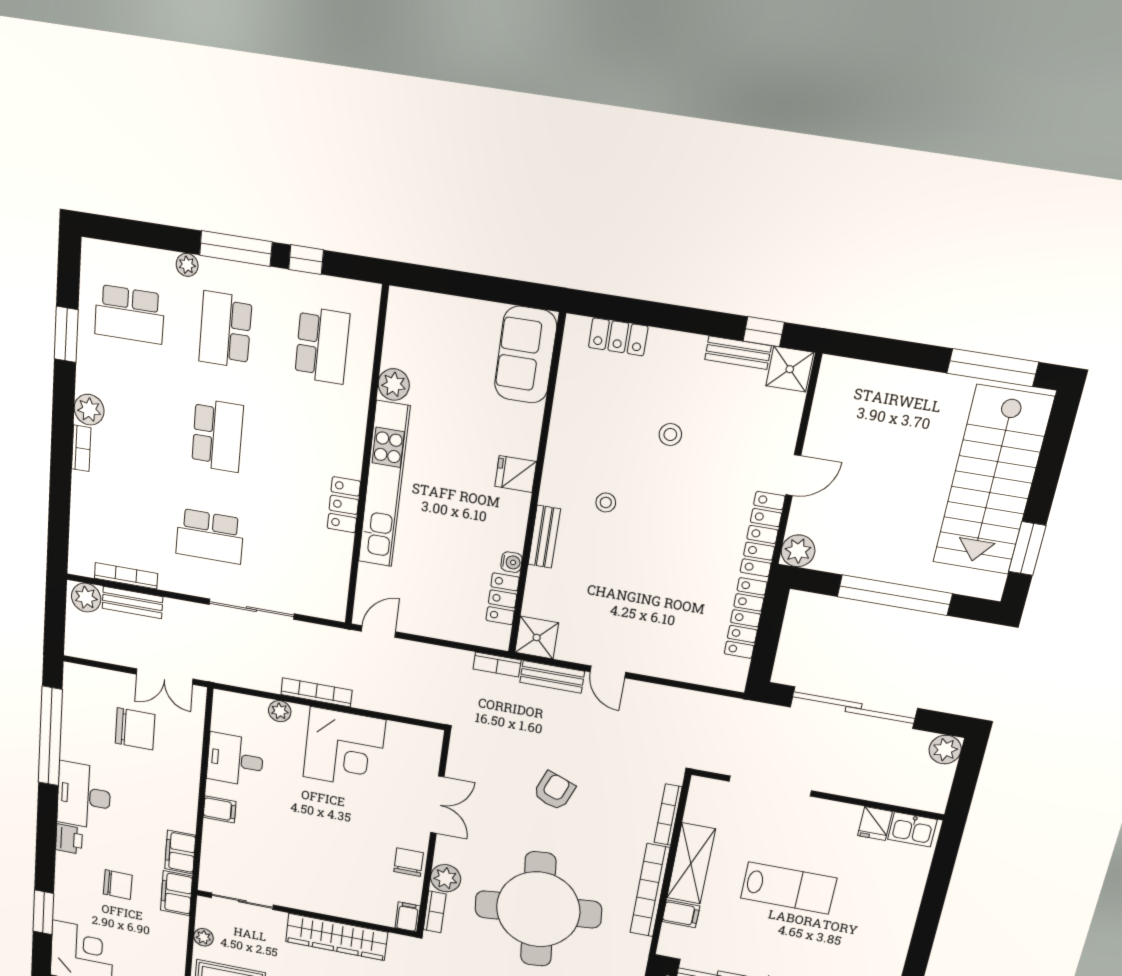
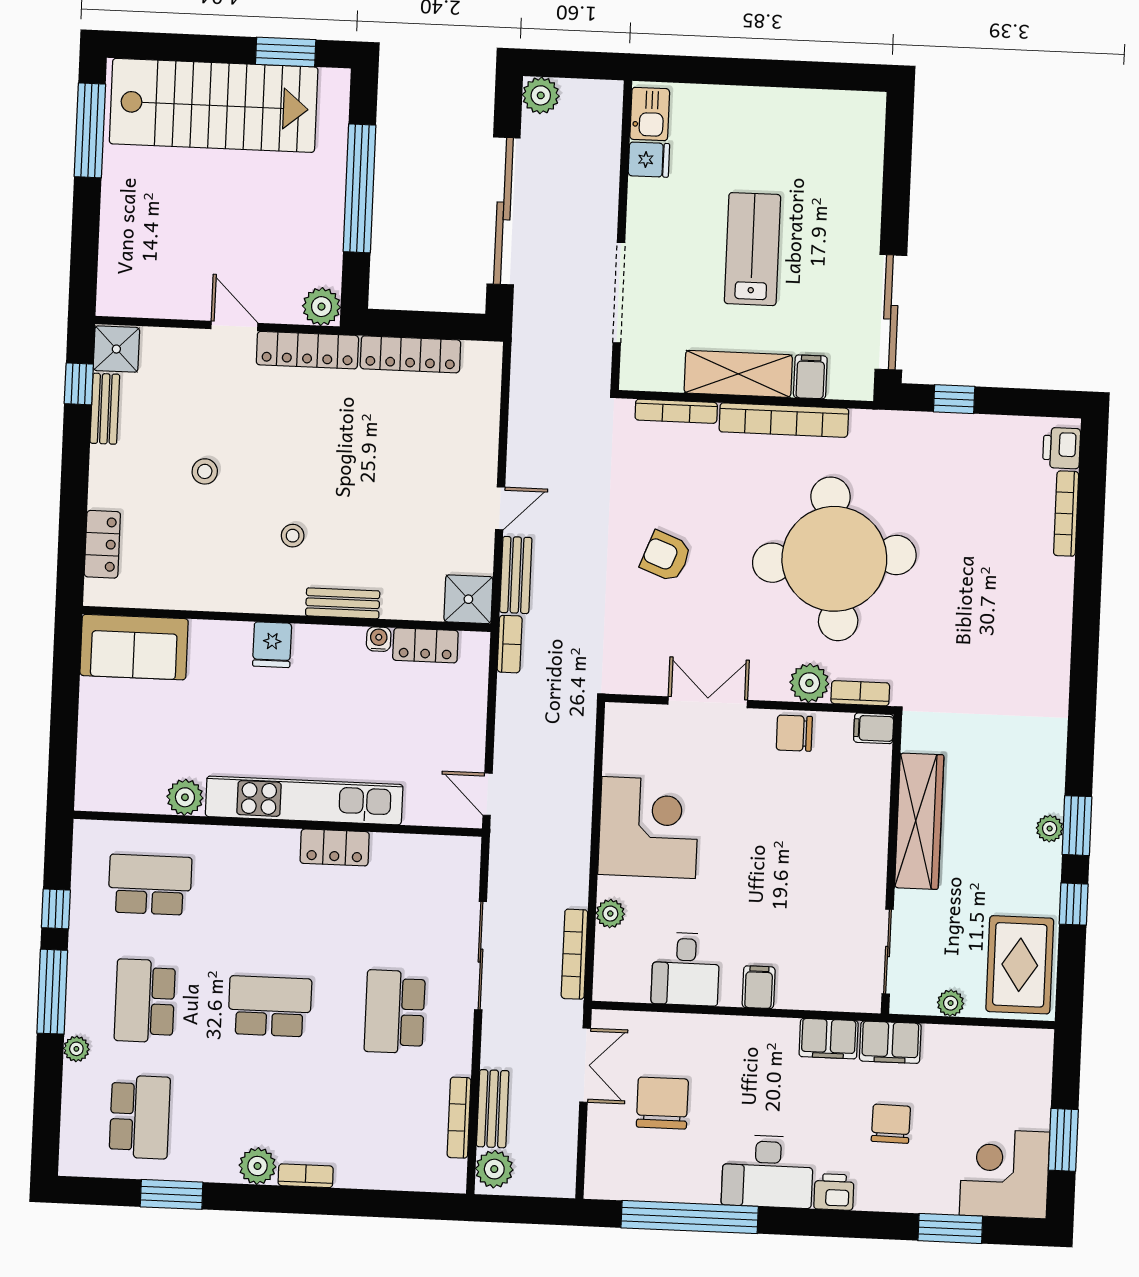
school desk: (225, 330) -> (145, 1001), turned 90
school desk: (210, 536) -> (395, 1012), turned 180
bookcase: (316, 692) -> (574, 954), moved

